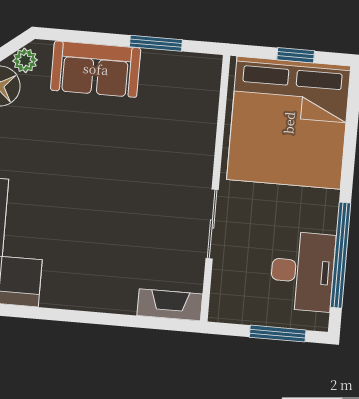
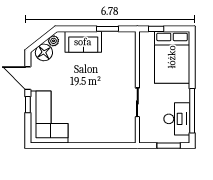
window: (296, 55) -> (156, 29), moved
bed: (289, 123) -> (172, 57), width x0.73
fireplace: (170, 305) -> (123, 138), removed

